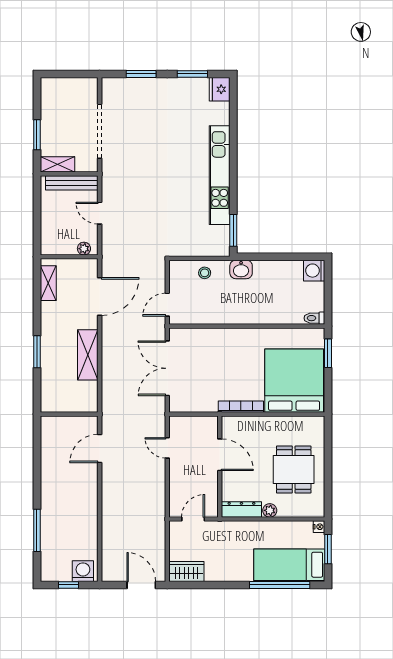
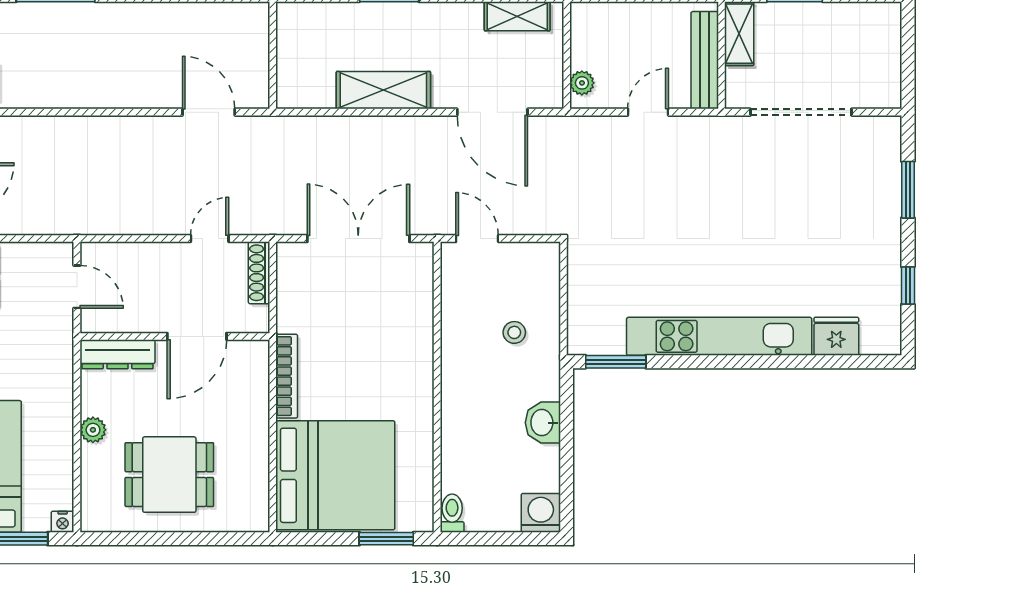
window: (192, 74) -> (908, 286), width x0.67
fridge: (220, 89) -> (836, 336), moved
washbasin: (241, 269) -> (543, 423), moved
stool: (205, 273) -> (514, 332), moved
shoe rack: (186, 421) -> (259, 273), added
dresser: (241, 509) -> (117, 354), moved, turned 90

